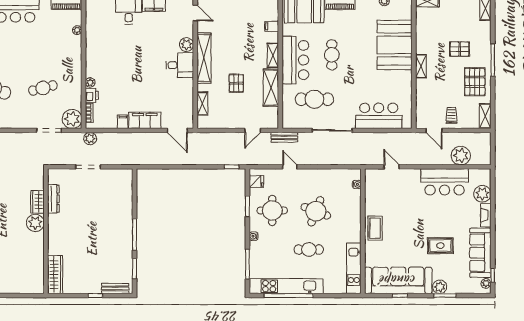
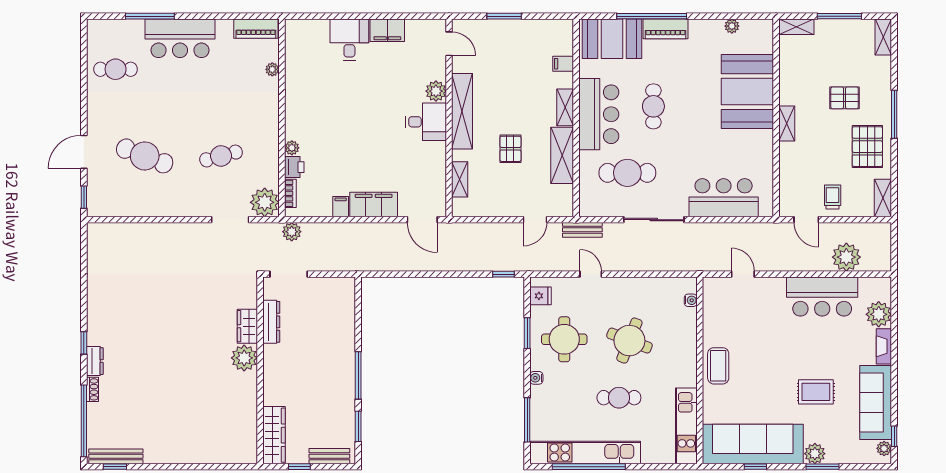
dresser: (53, 199) -> (271, 322), moved
wardrobe: (37, 202) -> (247, 326), moved
plant: (35, 223) -> (244, 358), moved
wall: (46, 231) -> (260, 370), moved
wardrobe: (55, 275) -> (274, 435), moved

